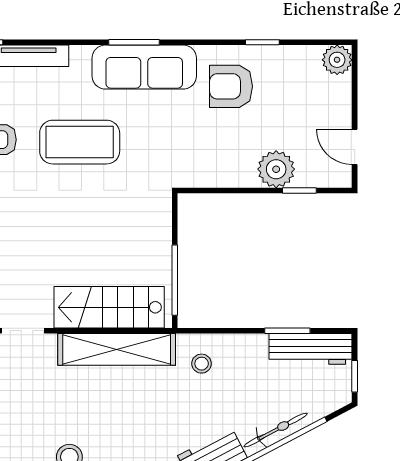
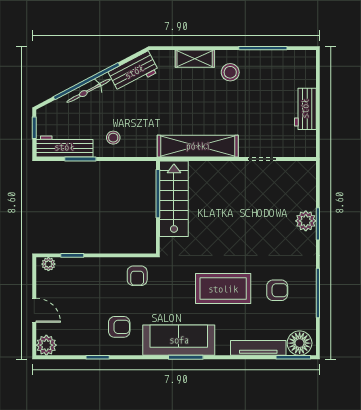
armchair: (231, 86) -> (119, 327), width x0.72, depth x0.72
door: (355, 147) -> (34, 310), moved
armchair: (205, 161) -> (137, 276), added
plant: (276, 169) -> (48, 264), moved, width x0.53, depth x0.53
stairs: (109, 307) -> (174, 199), moved, turned -90
stool: (202, 364) -> (113, 138), moved

